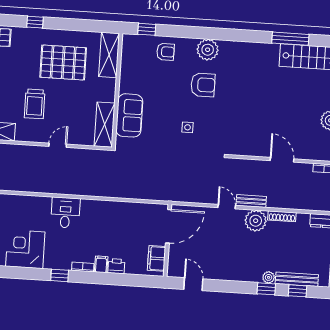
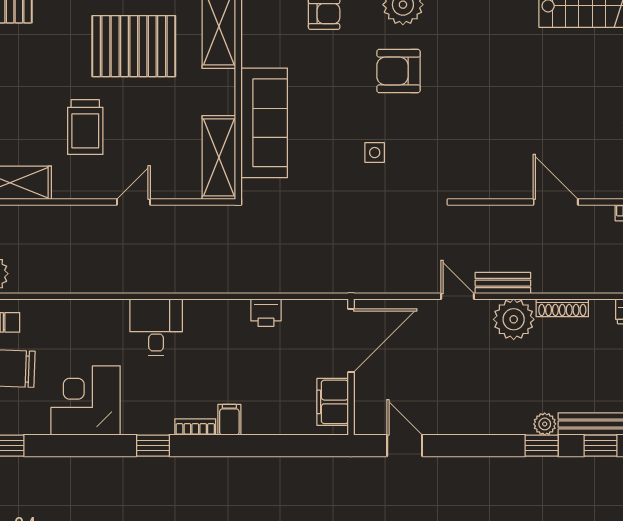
armchair: (203, 85) -> (398, 71), turned 180
sofa: (129, 115) -> (264, 123), width x1.36
printer: (116, 266) -> (266, 313), moved, turned 180

